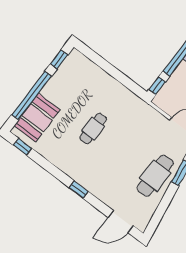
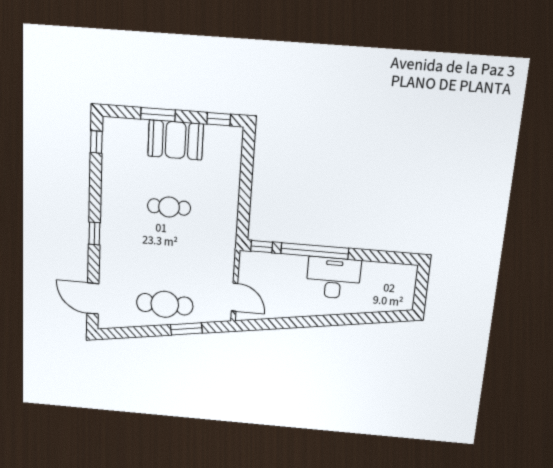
window: (31, 96) -> (158, 115), width x0.47
booth: (37, 118) -> (176, 140), moved

